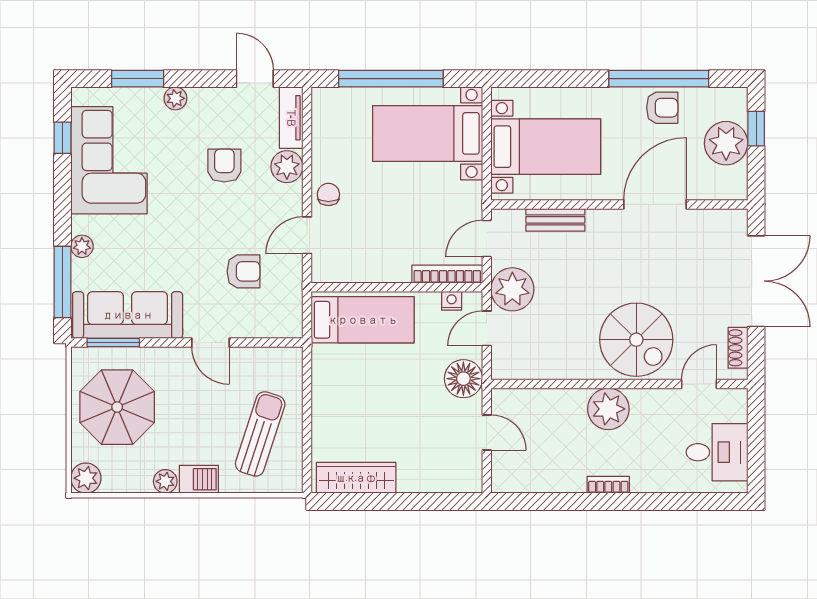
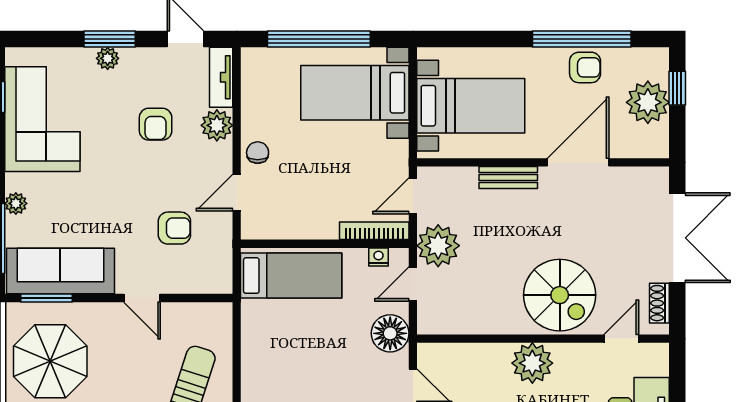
window: (138, 79) -> (110, 39), moved
armchair: (224, 165) -> (156, 124), turned 180
bench: (555, 220) -> (508, 178), moved

